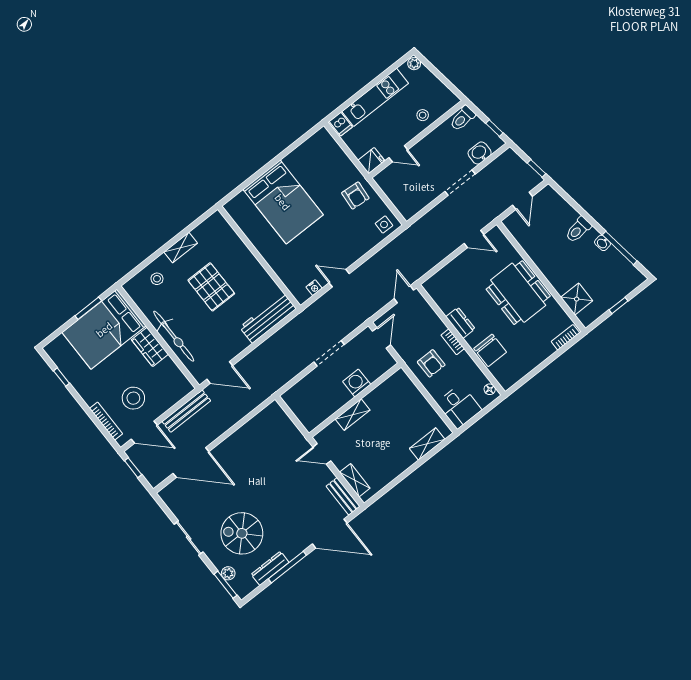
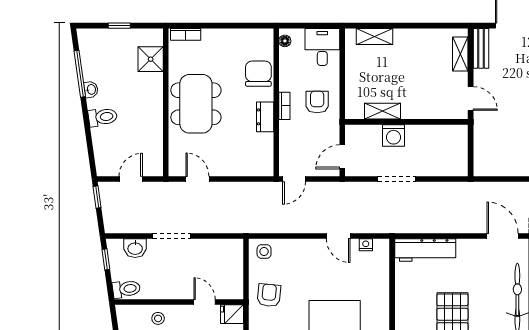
shelving: (353, 415) -> (382, 111), moved

